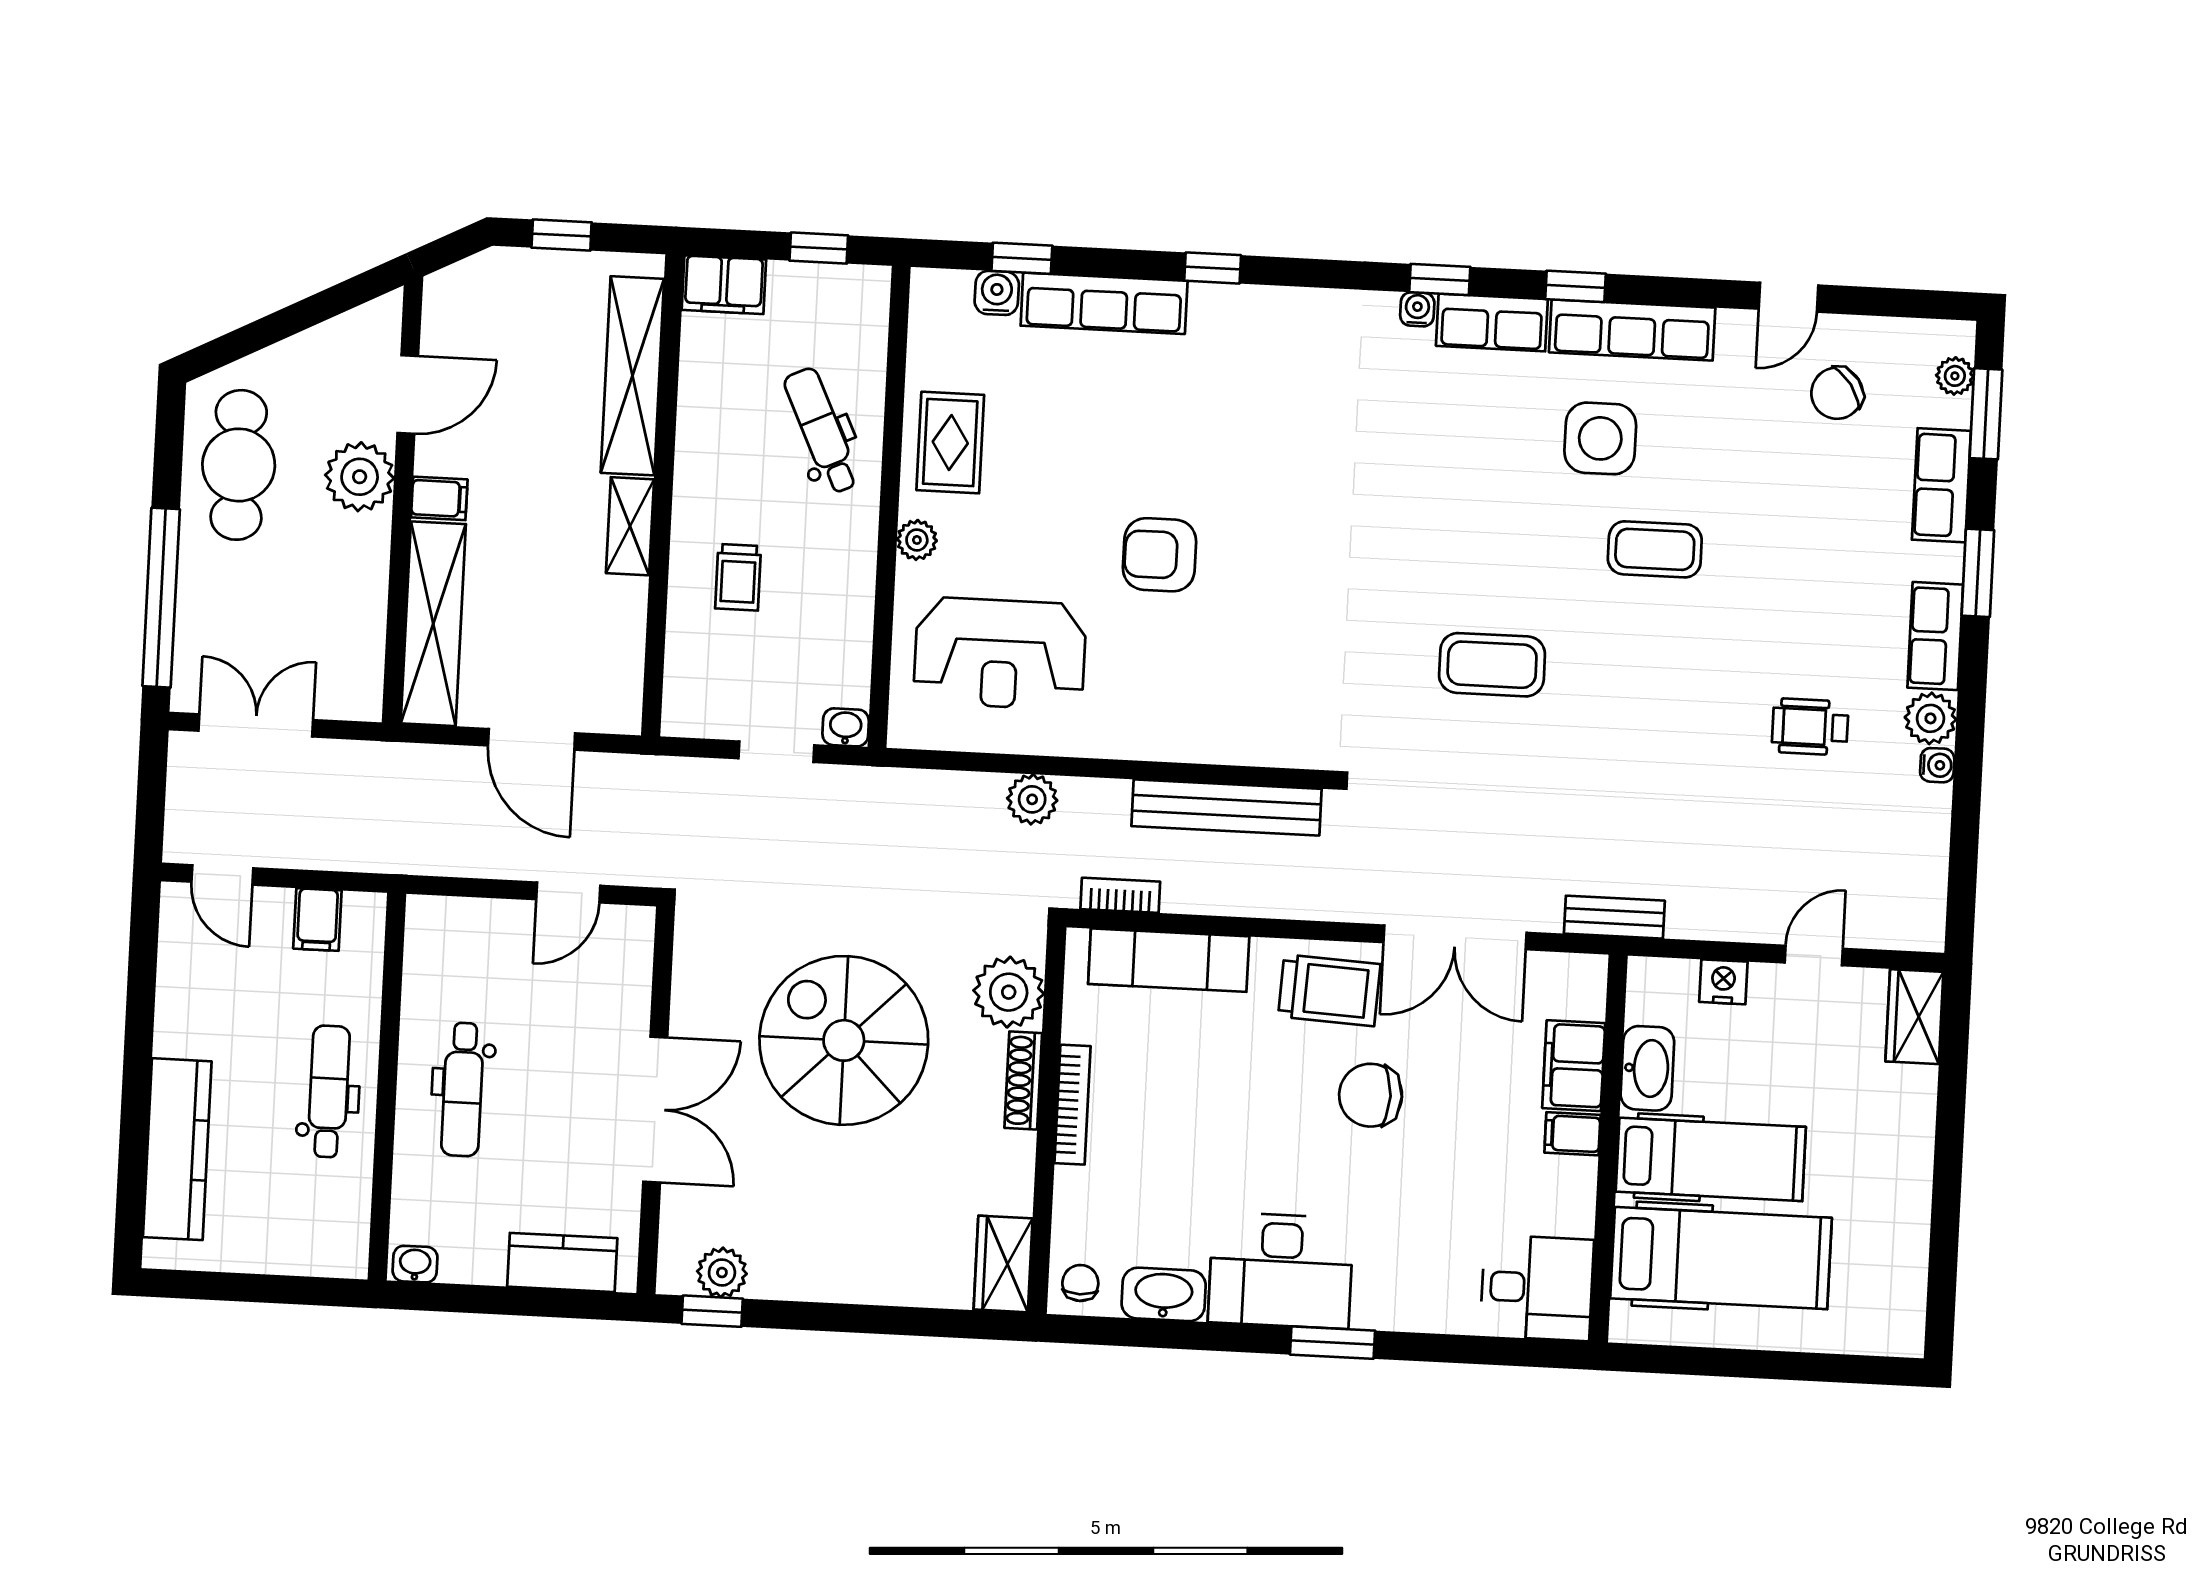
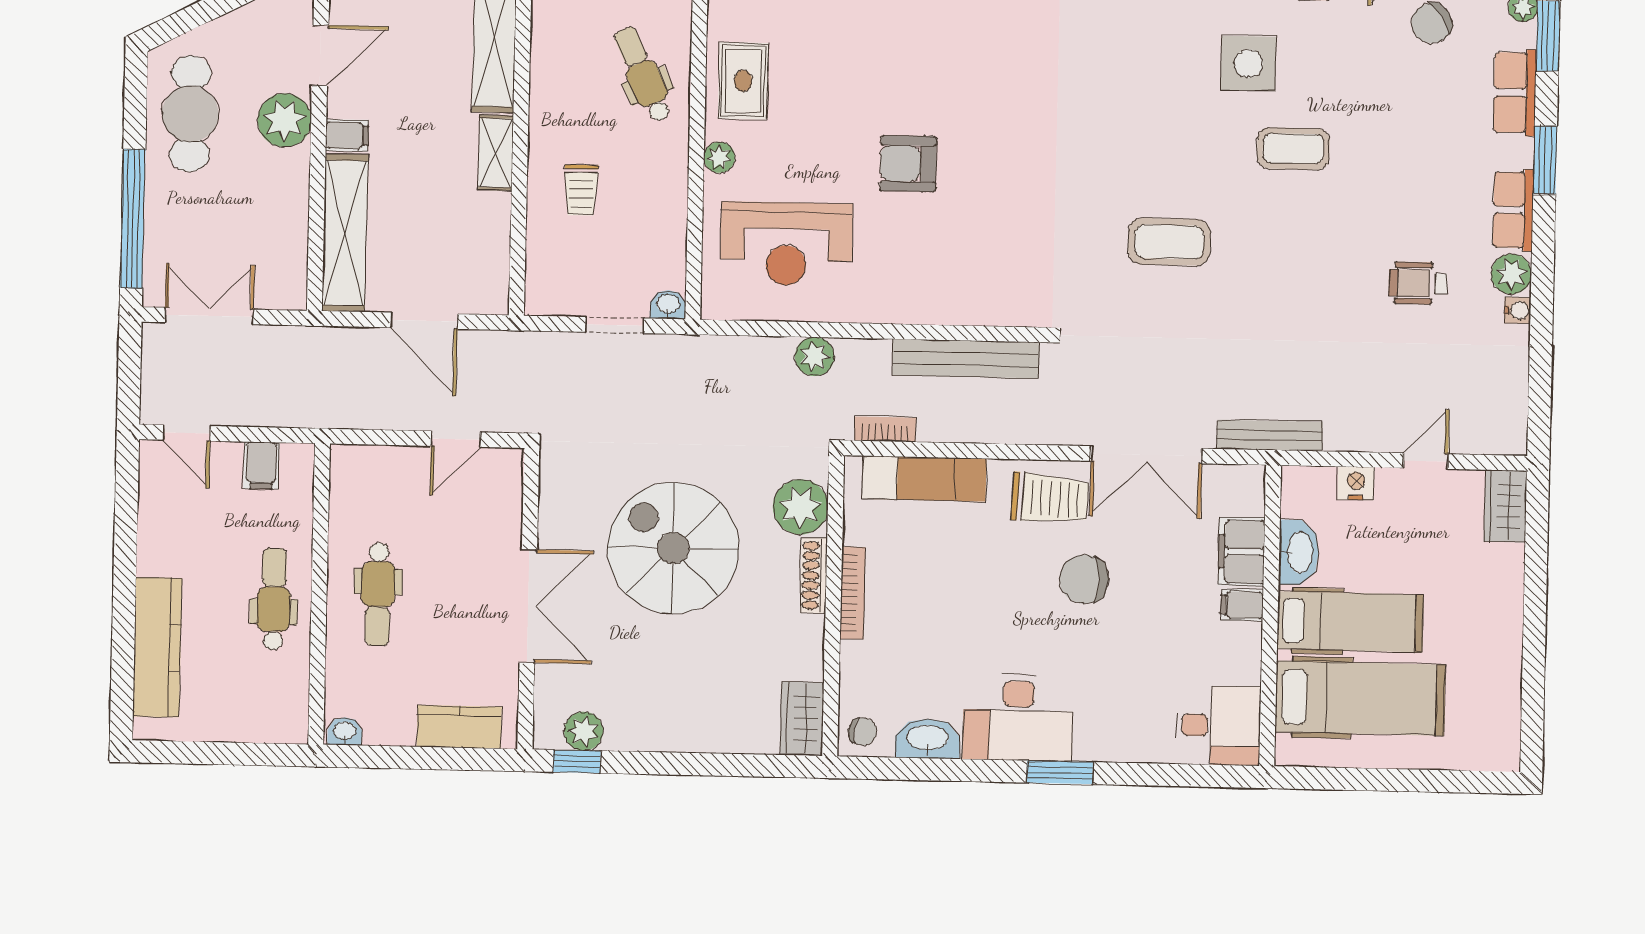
bench: (1614, 917) -> (1270, 435), width x1.36
chair: (1080, 1283) -> (863, 732), turned 98

